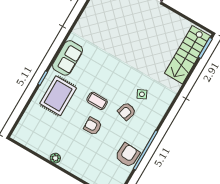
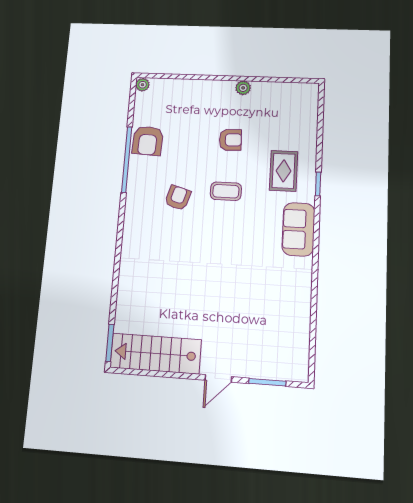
stairs: (187, 55) -> (156, 354), moved, turned -90
side table: (142, 94) -> (168, 232), removed
rug: (58, 96) -> (284, 171), width x0.73, depth x0.70
armchair: (93, 126) -> (230, 140), moved

